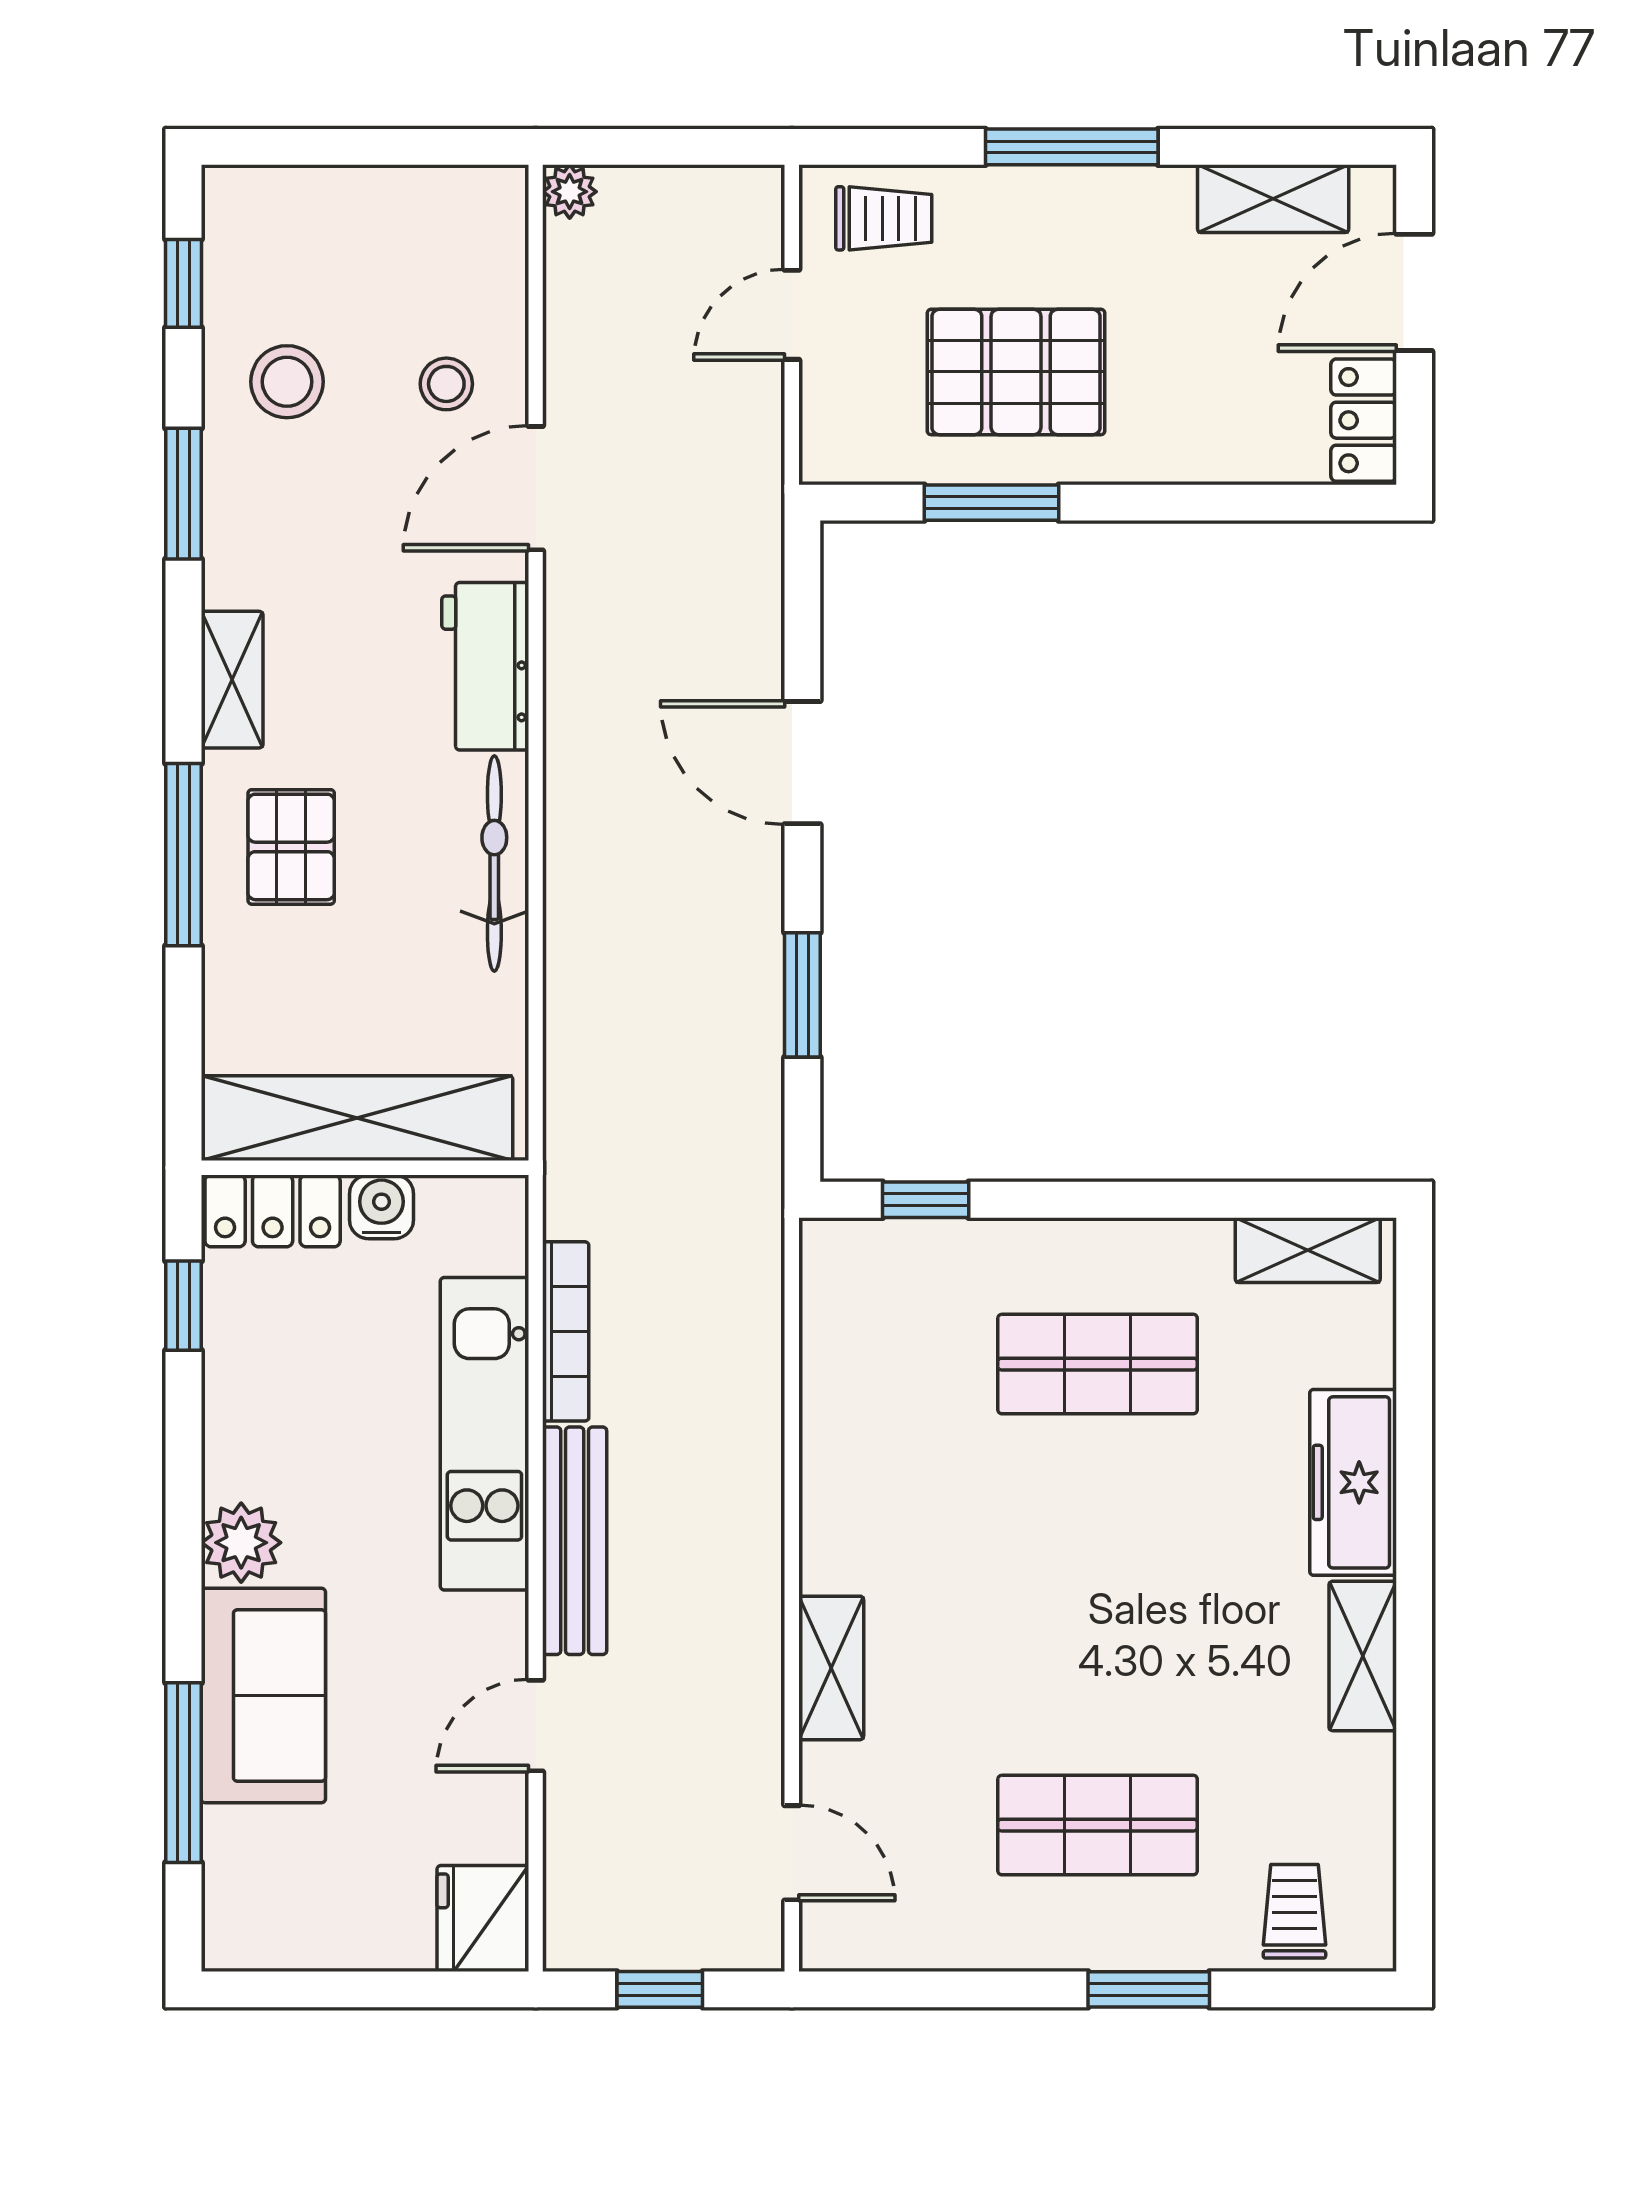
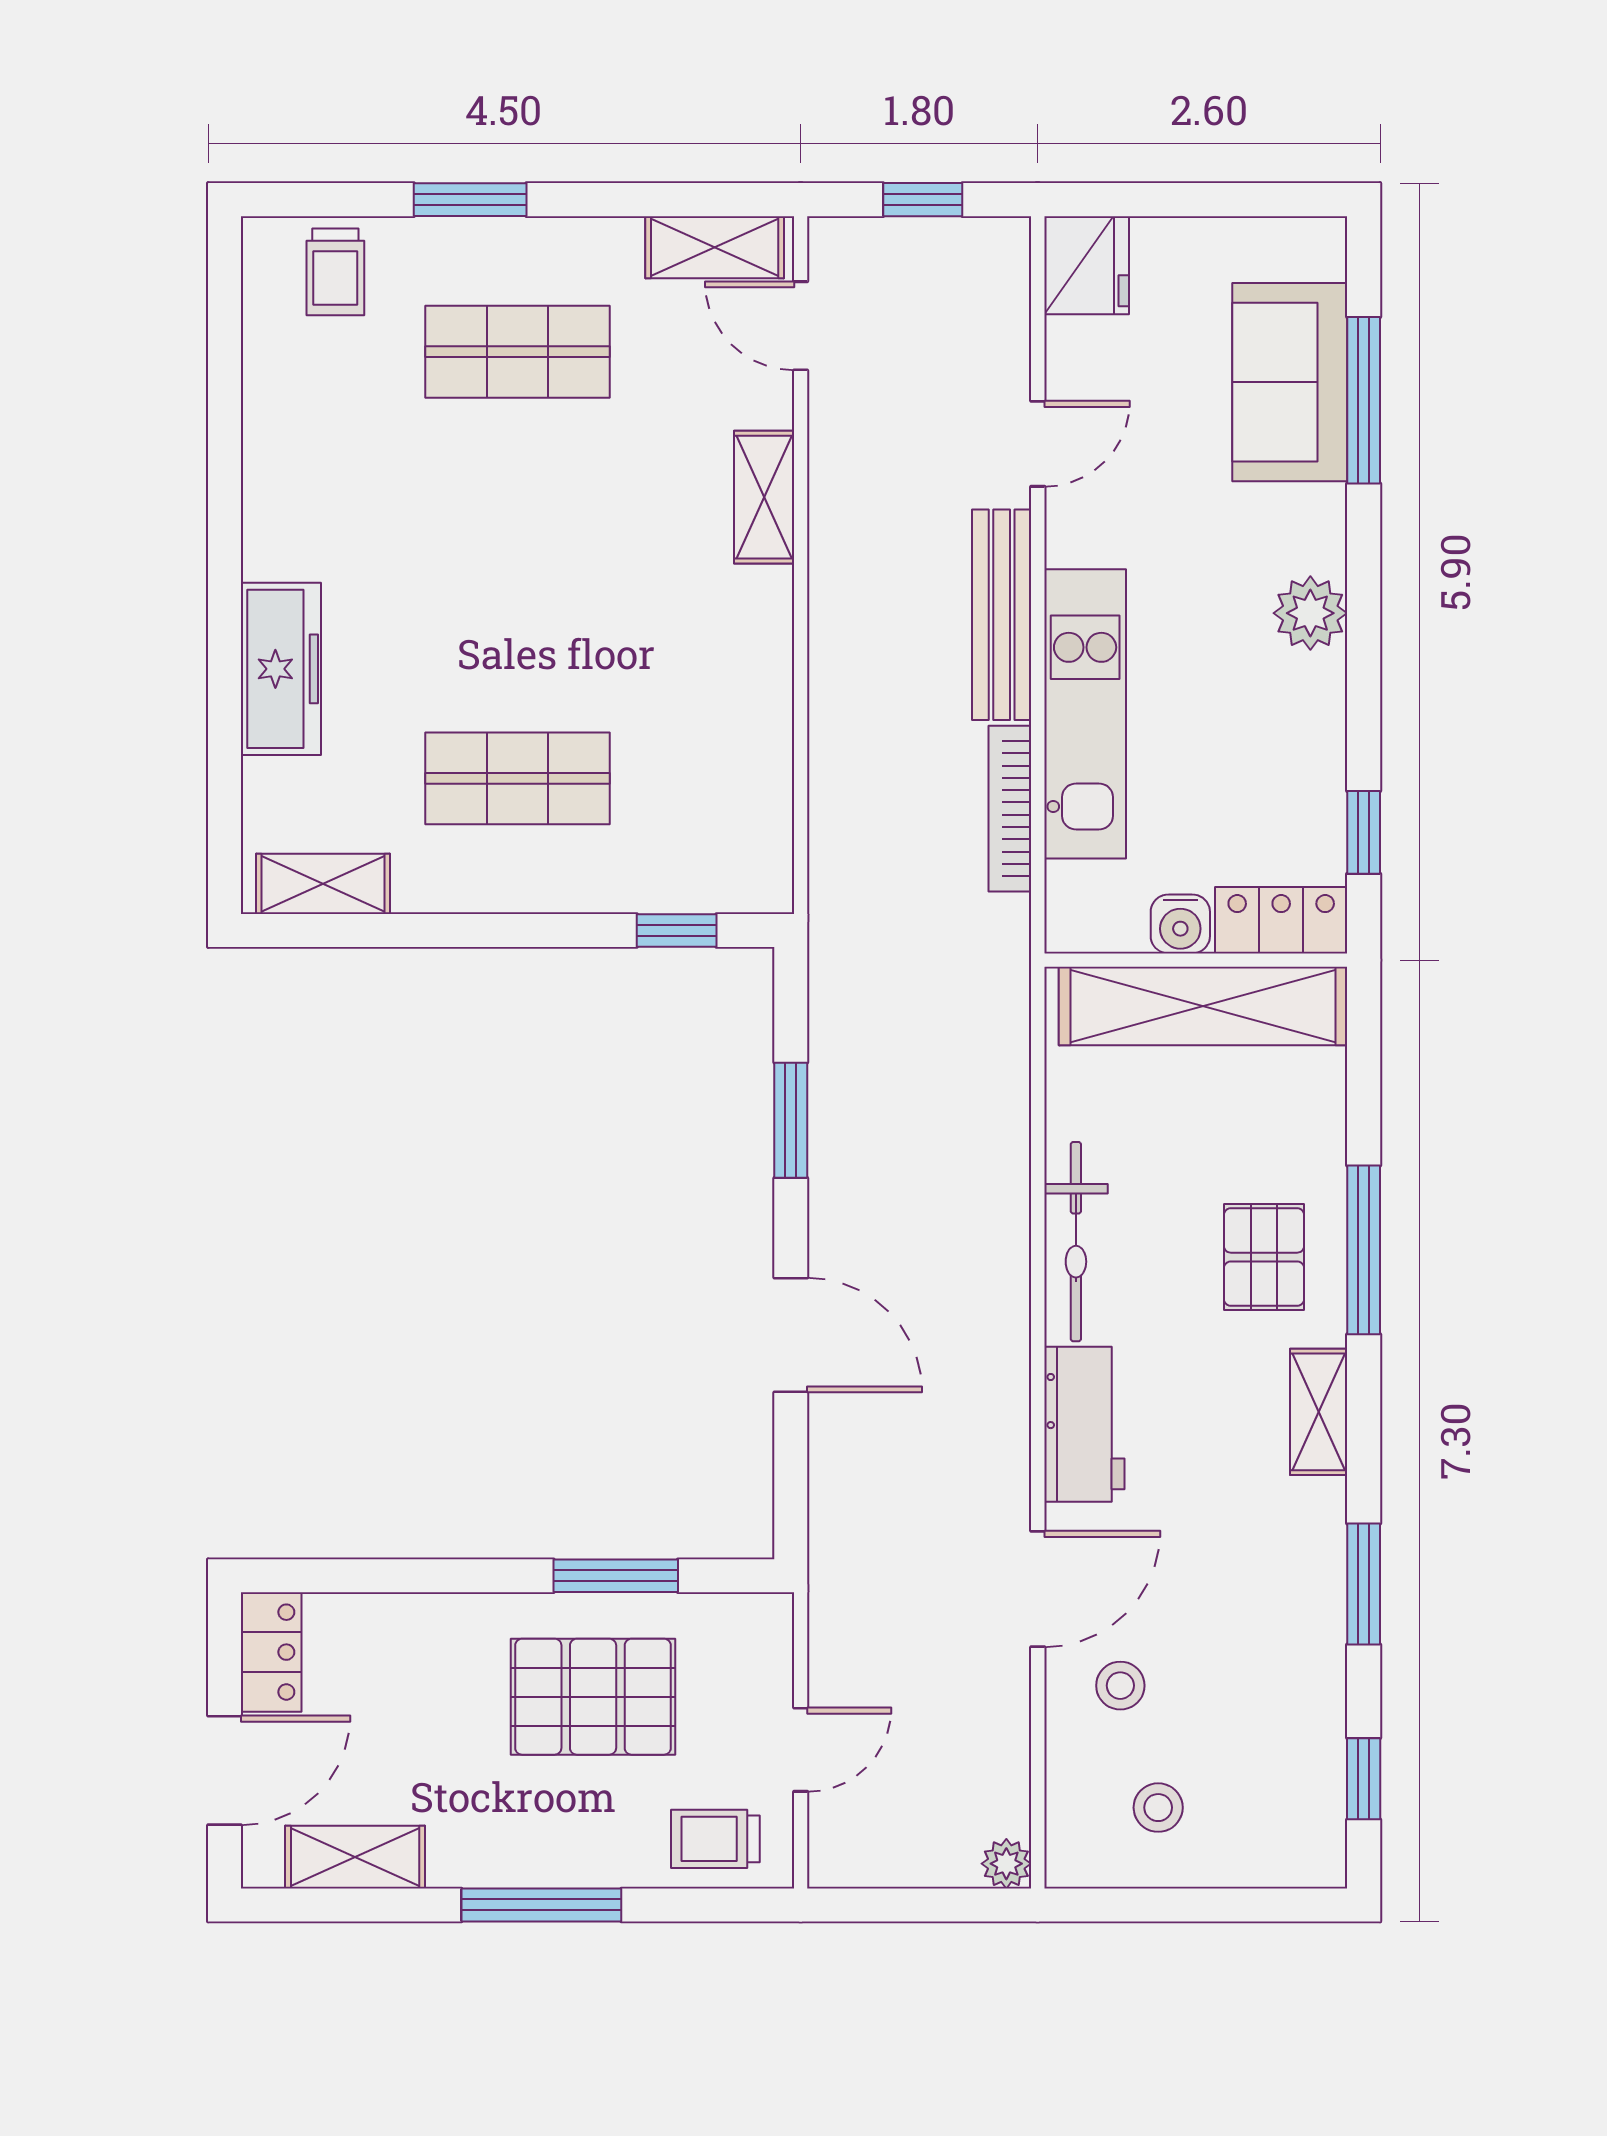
stool: (287, 382) -> (1158, 1808), moved, width x0.73, depth x0.73
shelving: (1363, 1656) -> (715, 247), moved, turned 90
sofa: (263, 1695) -> (1290, 382), moved

